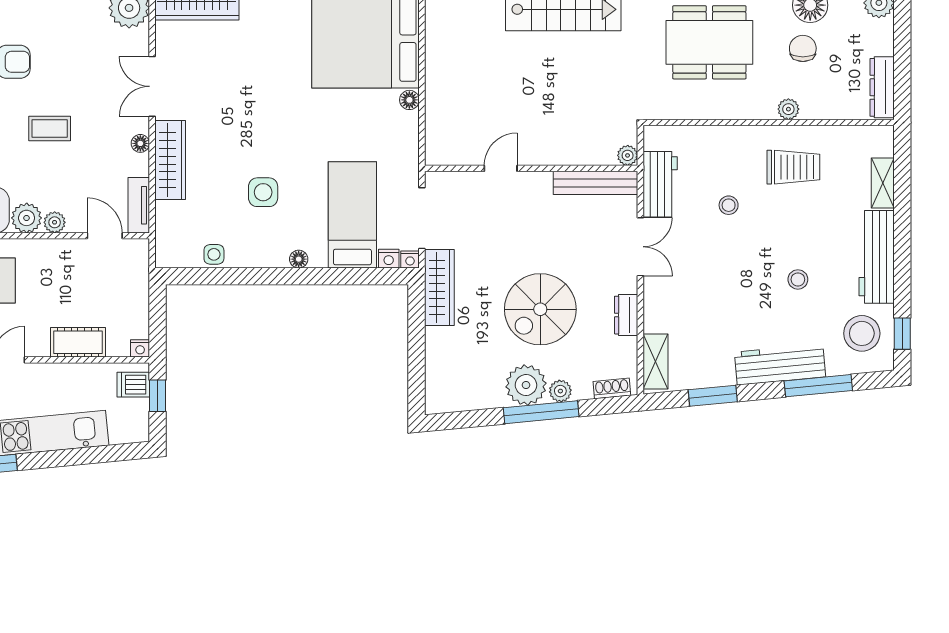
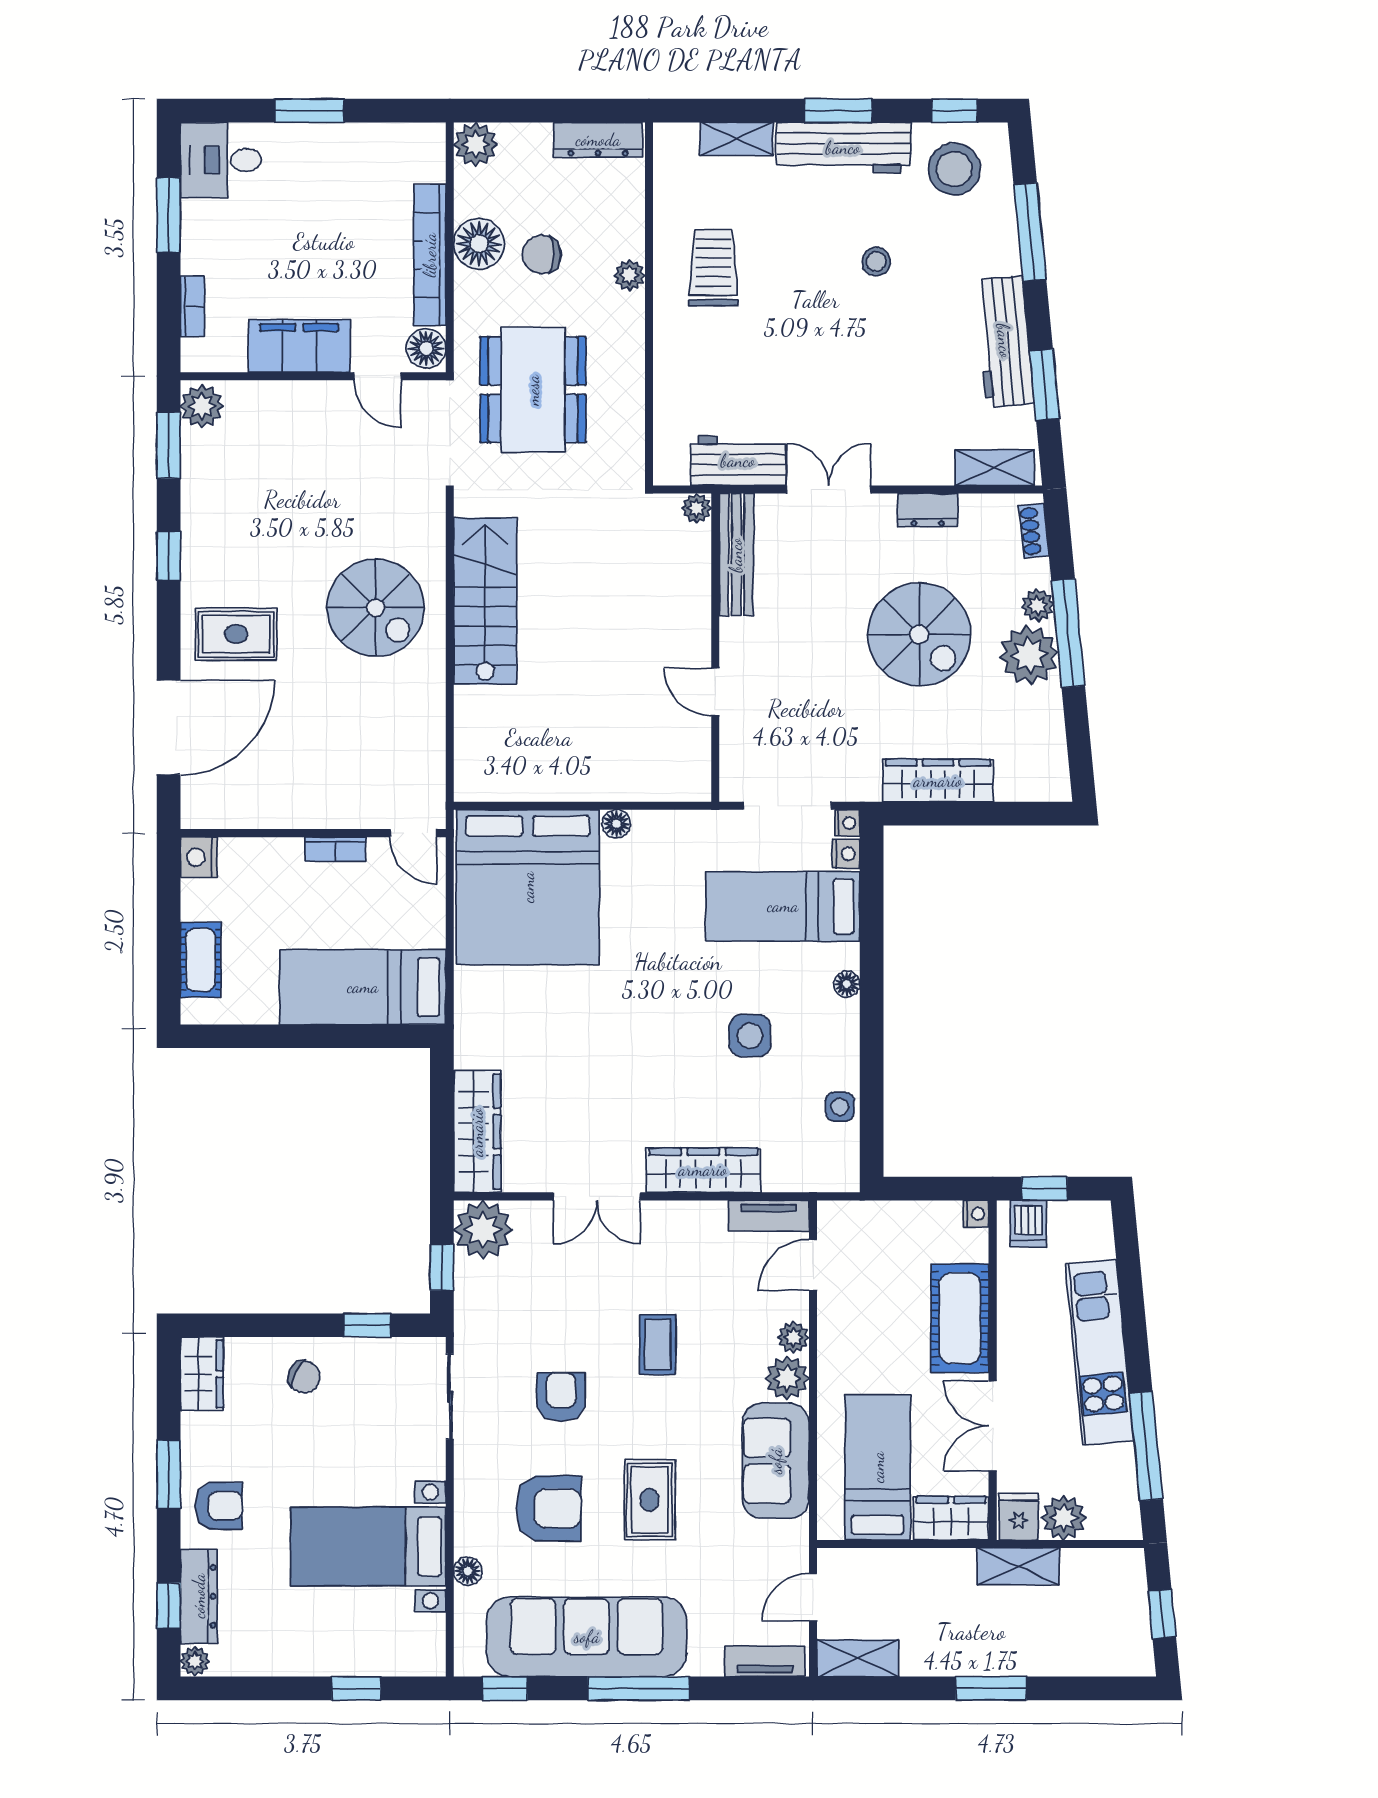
floor lamp: (140, 143) -> (679, 1213), removed
stool: (729, 205) -> (769, 362), removed
window: (902, 253) -> (838, 111), added
wardrobe: (439, 287) -> (938, 781), moved
cot: (78, 342) -> (960, 1318), width x1.37, depth x1.34
workbench: (780, 364) -> (1004, 341), moved

